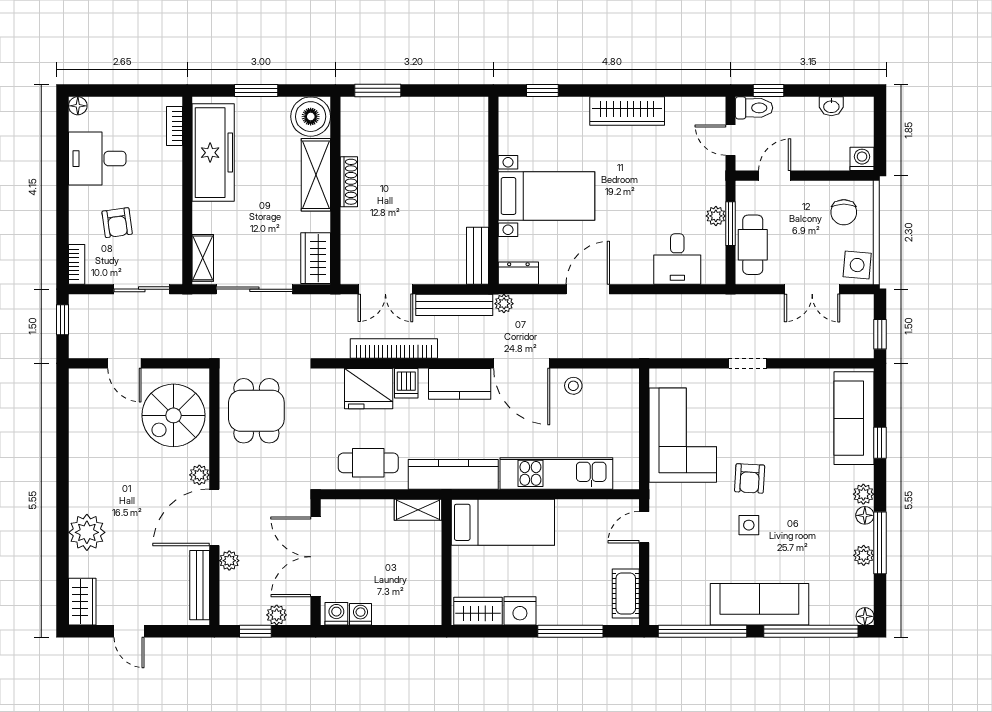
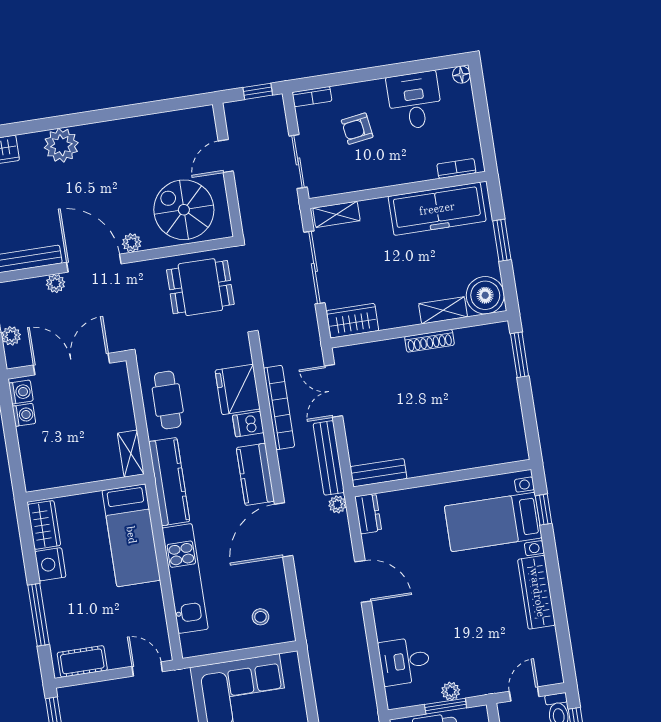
shelving: (316, 175) -> (443, 310), width x0.67, depth x0.75
bed with nightstands: (547, 196) -> (493, 522), moved, turned 90
stool: (573, 386) -> (260, 617), moved

